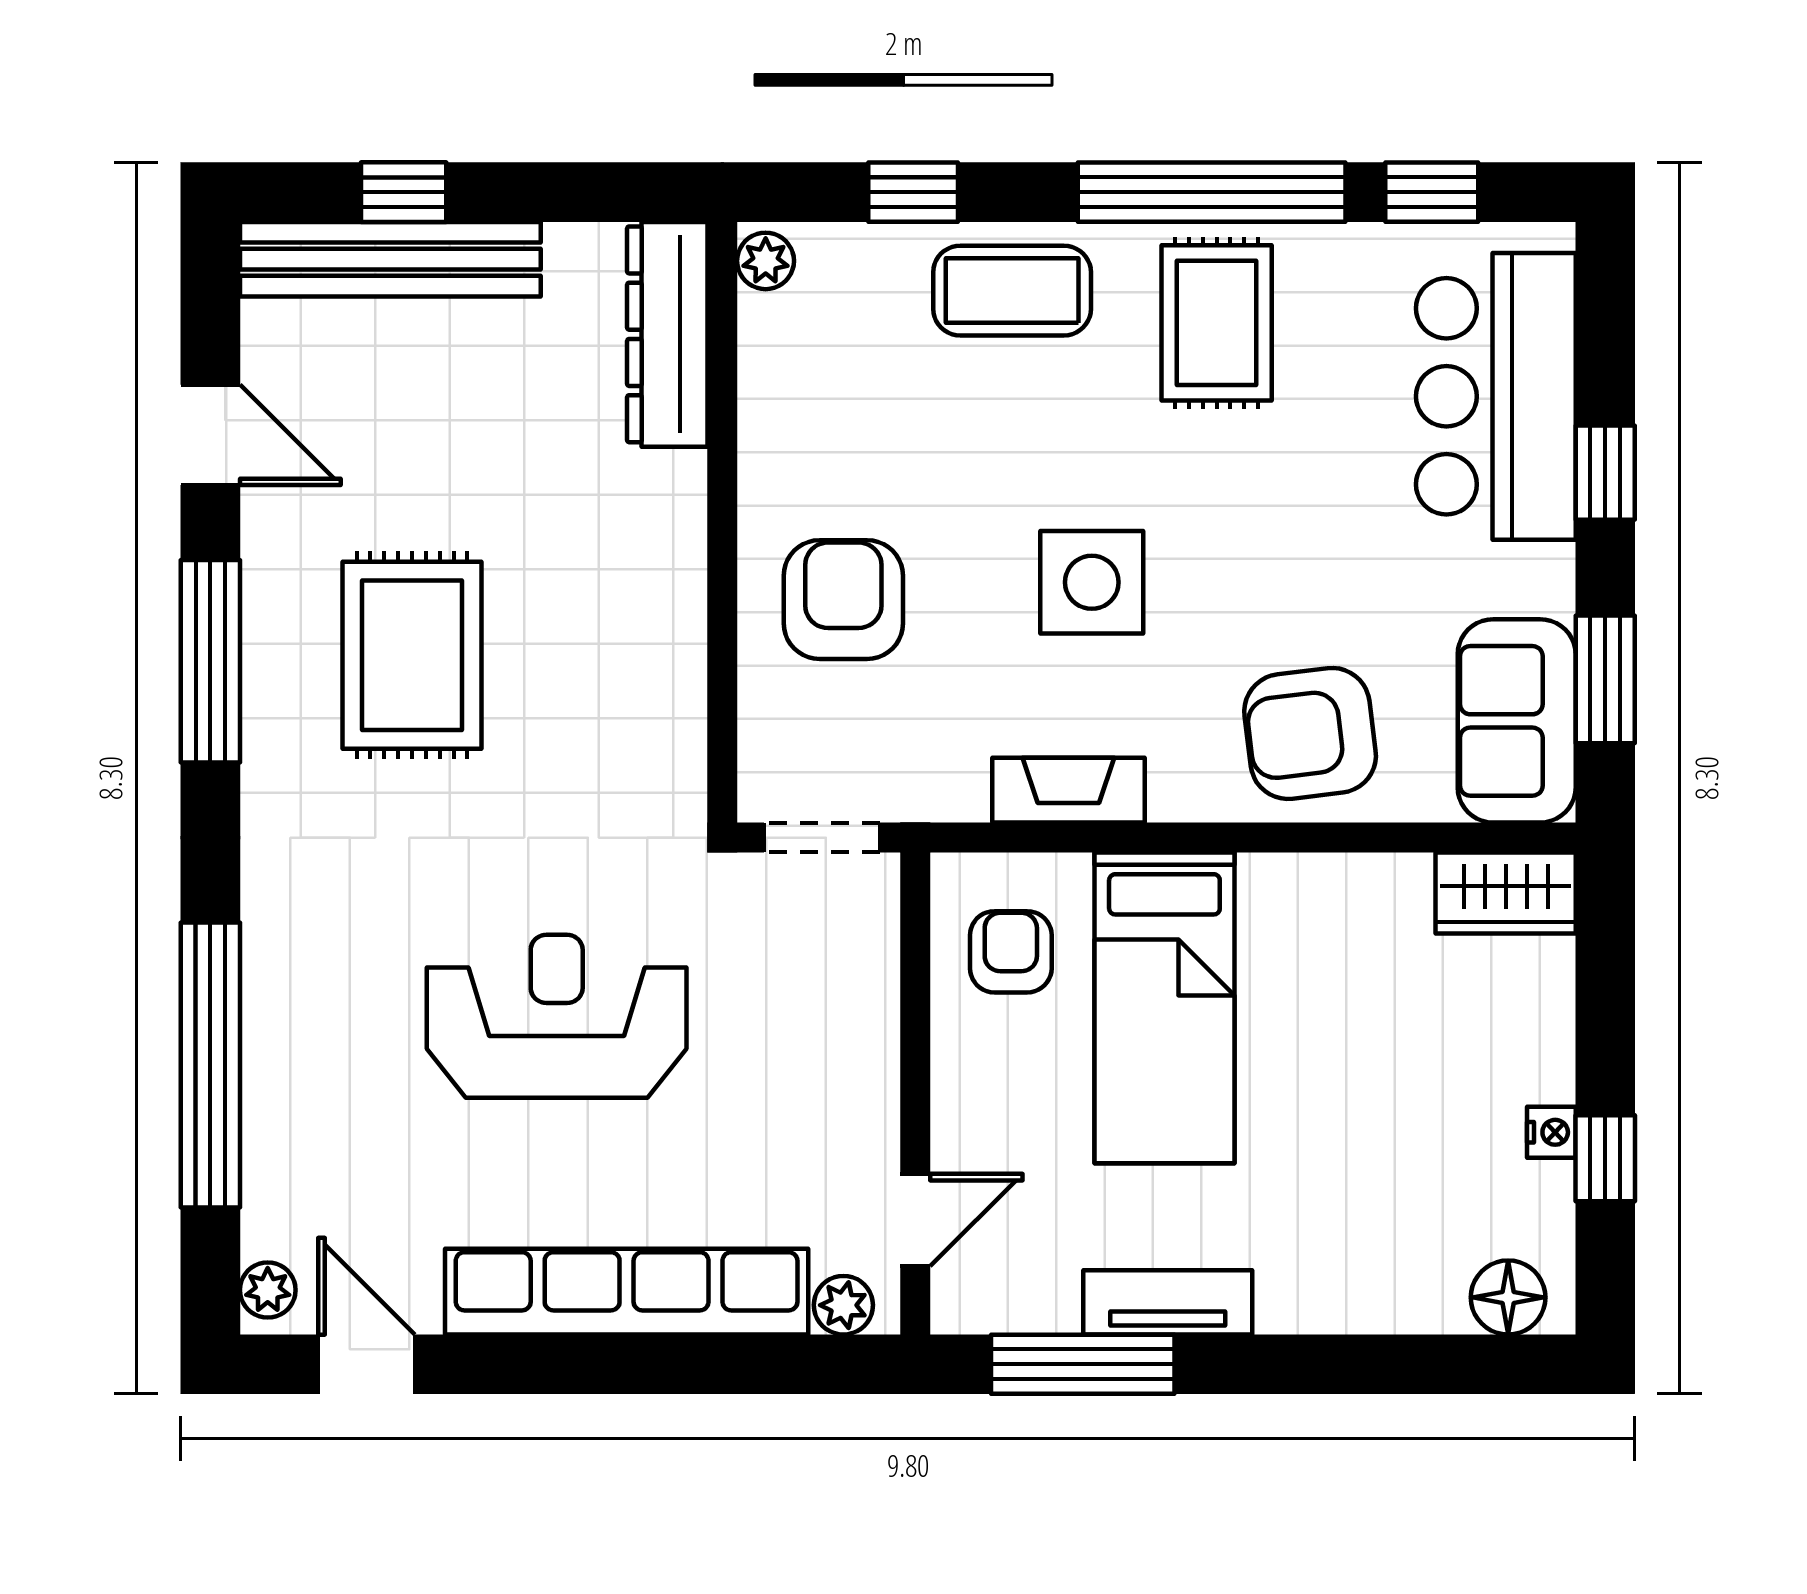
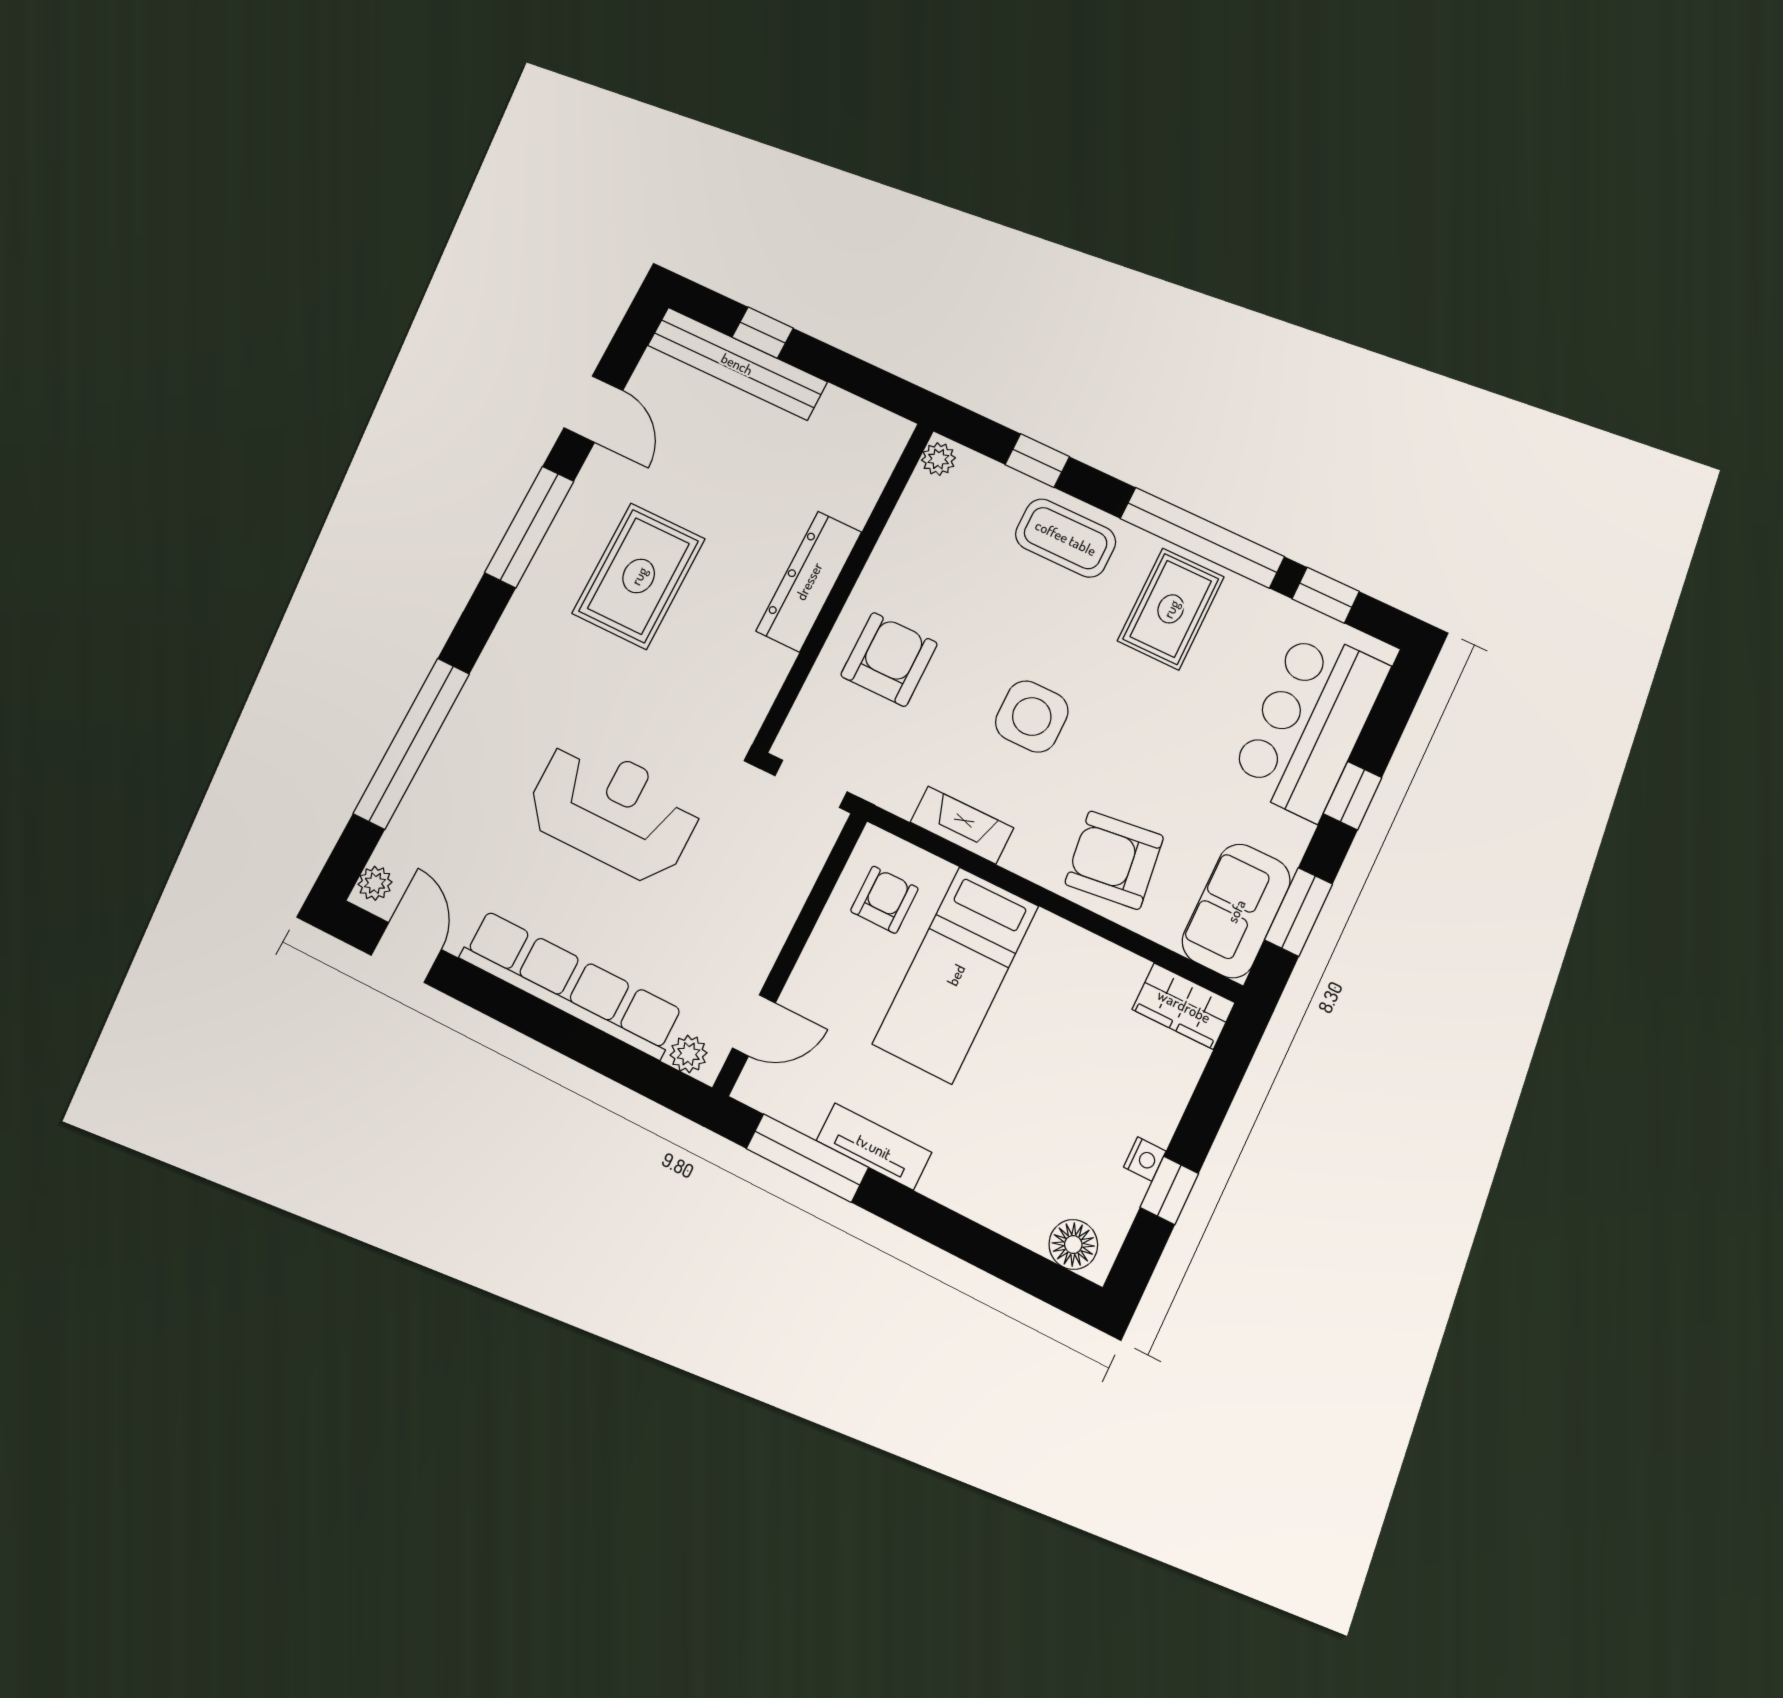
dresser: (667, 334) -> (809, 581), moved

